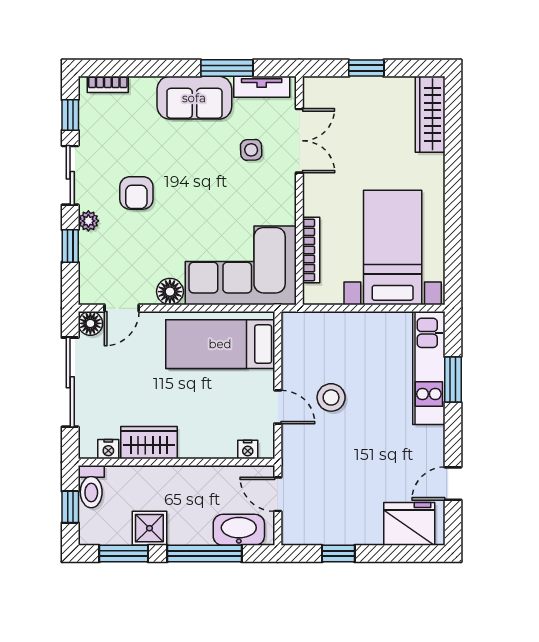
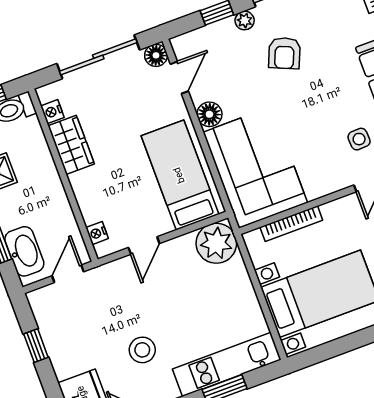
armchair: (136, 193) -> (284, 53), turned -67
door: (122, 308) -> (179, 78), swing flipped
plant: (303, 333) -> (216, 243), added
stool: (331, 397) -> (142, 350), moved

